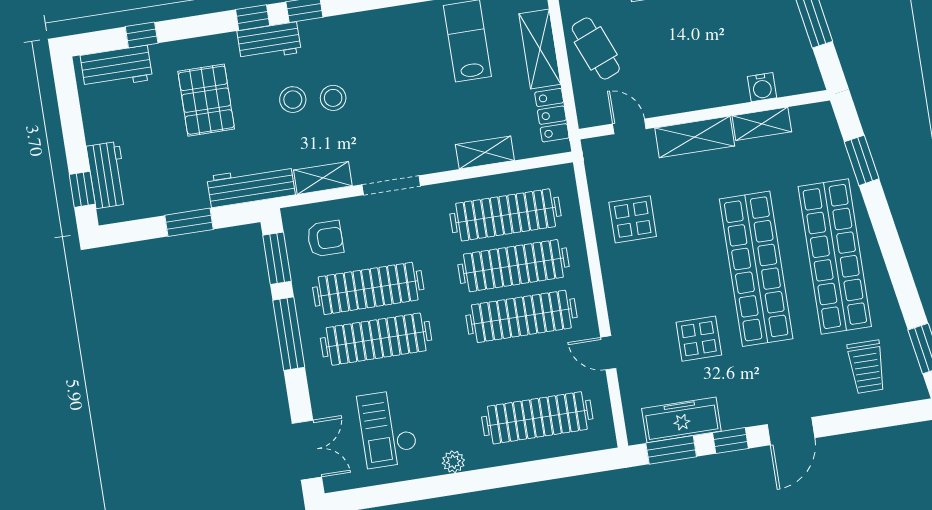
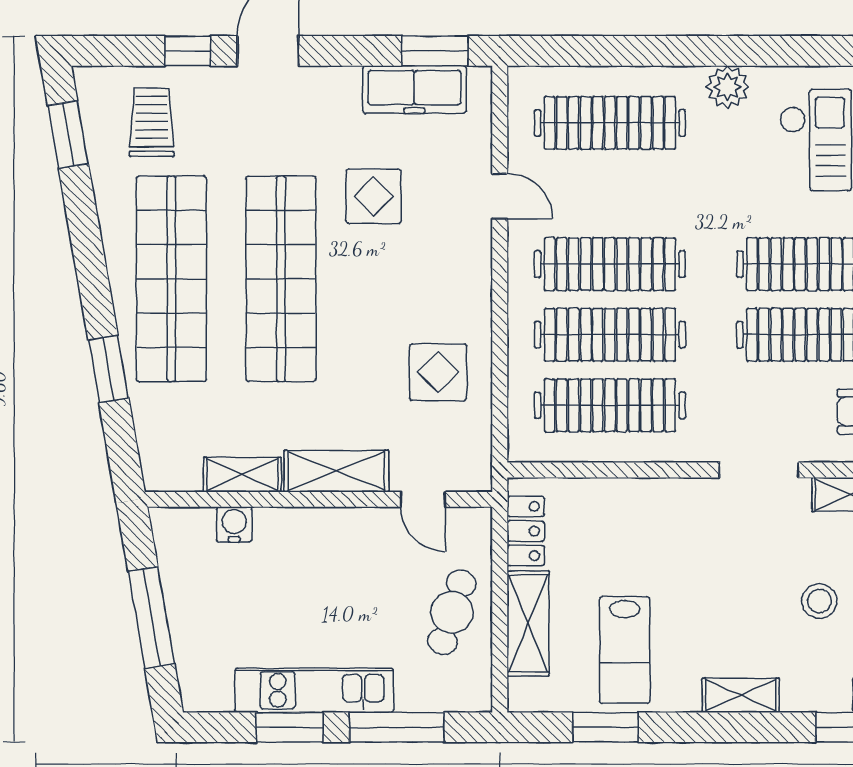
cafe table: (596, 48) -> (452, 612), turned 40
shelving: (485, 152) -> (741, 695), moved
window: (862, 160) -> (108, 369), moved
window: (731, 441) -> (188, 51), moved
plant: (453, 462) -> (727, 87), width x1.38, depth x1.38

